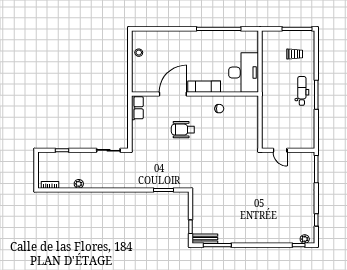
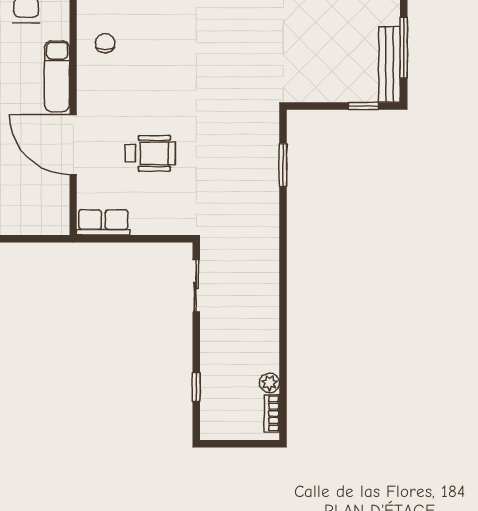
wheelchair: (183, 130) -> (150, 153), moved, turned -90
plant: (79, 184) -> (270, 383), moved
bench: (205, 239) -> (389, 64), width x1.36

